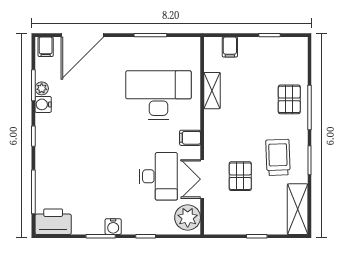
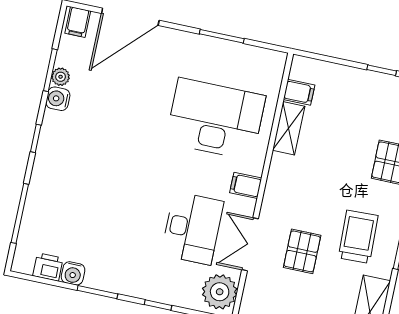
filing cabinet: (230, 47) -> (299, 92), moved, turned -90
printer: (53, 222) -> (48, 267), width x0.53, depth x0.68
water cooler: (113, 227) -> (73, 273), moved

